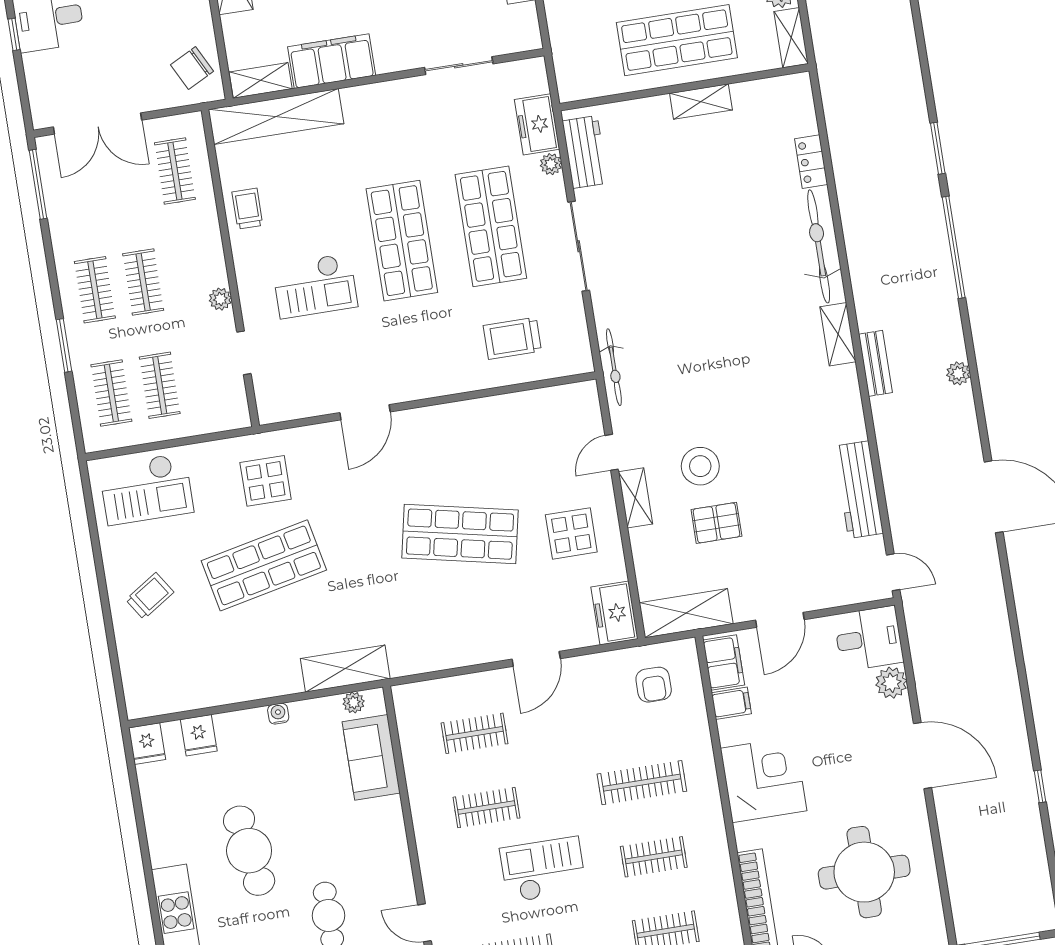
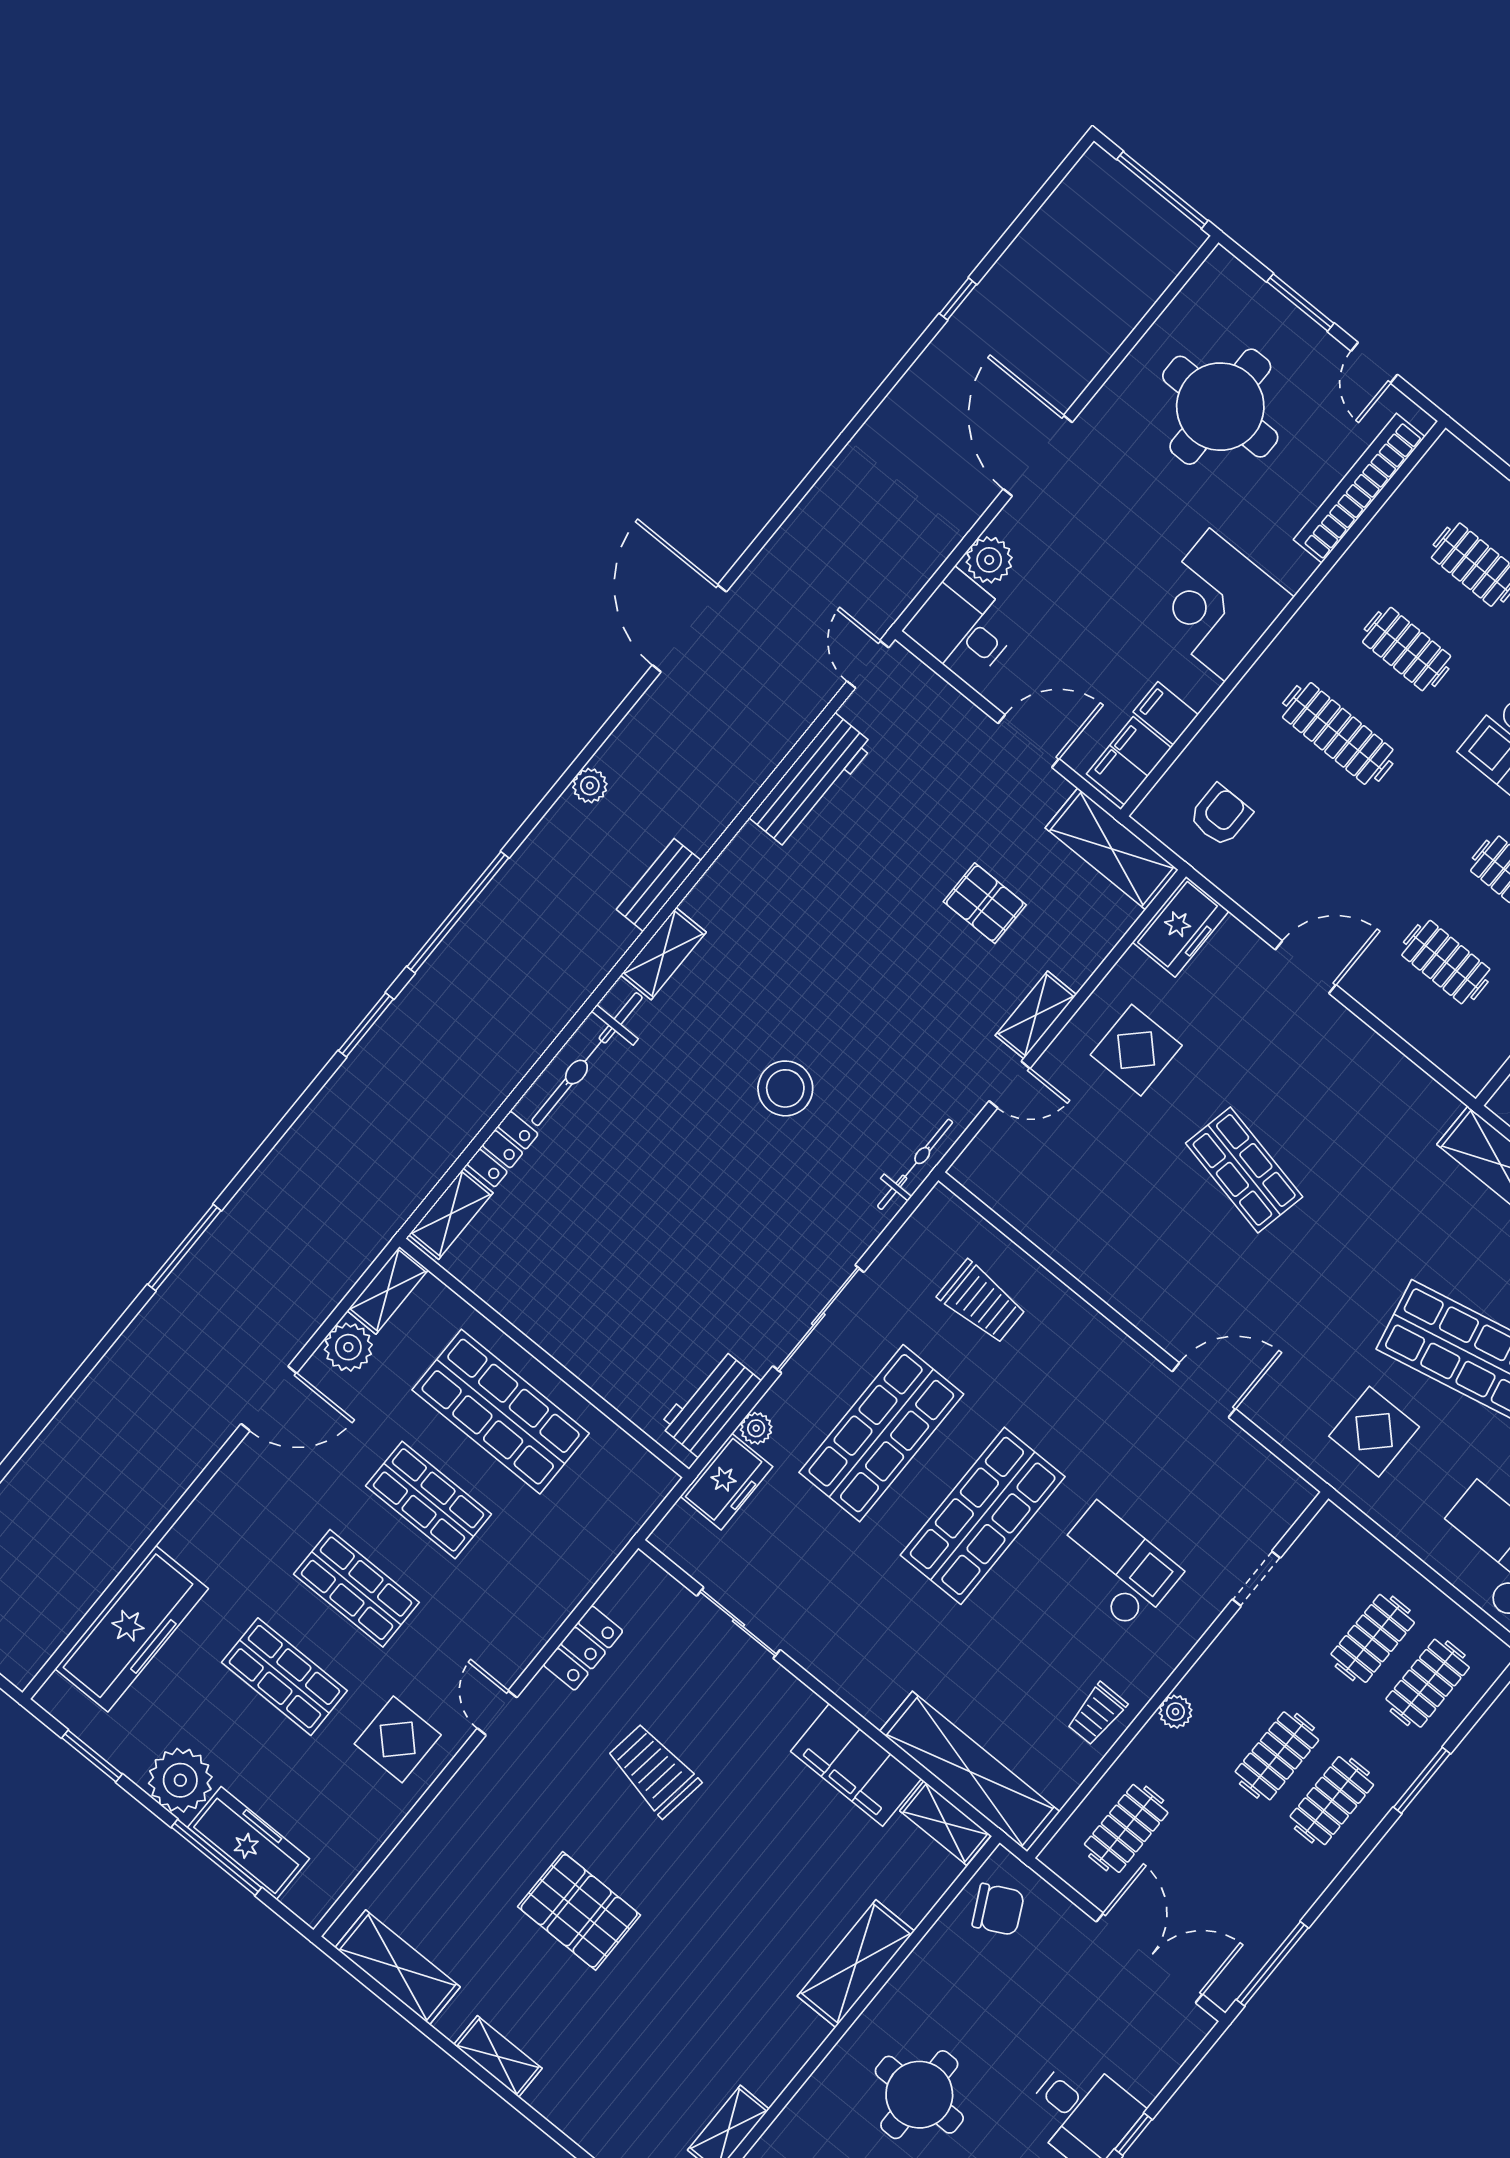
shelving: (701, 102) -> (451, 1214), moved, turned 90
plant: (220, 299) -> (1176, 1712), moved
stool: (700, 466) -> (785, 1088), moved
shop shelf: (460, 534) -> (1244, 1170), width x0.70, depth x0.74

